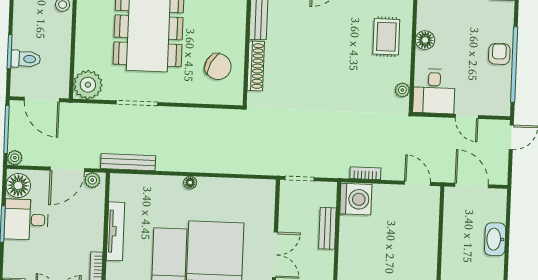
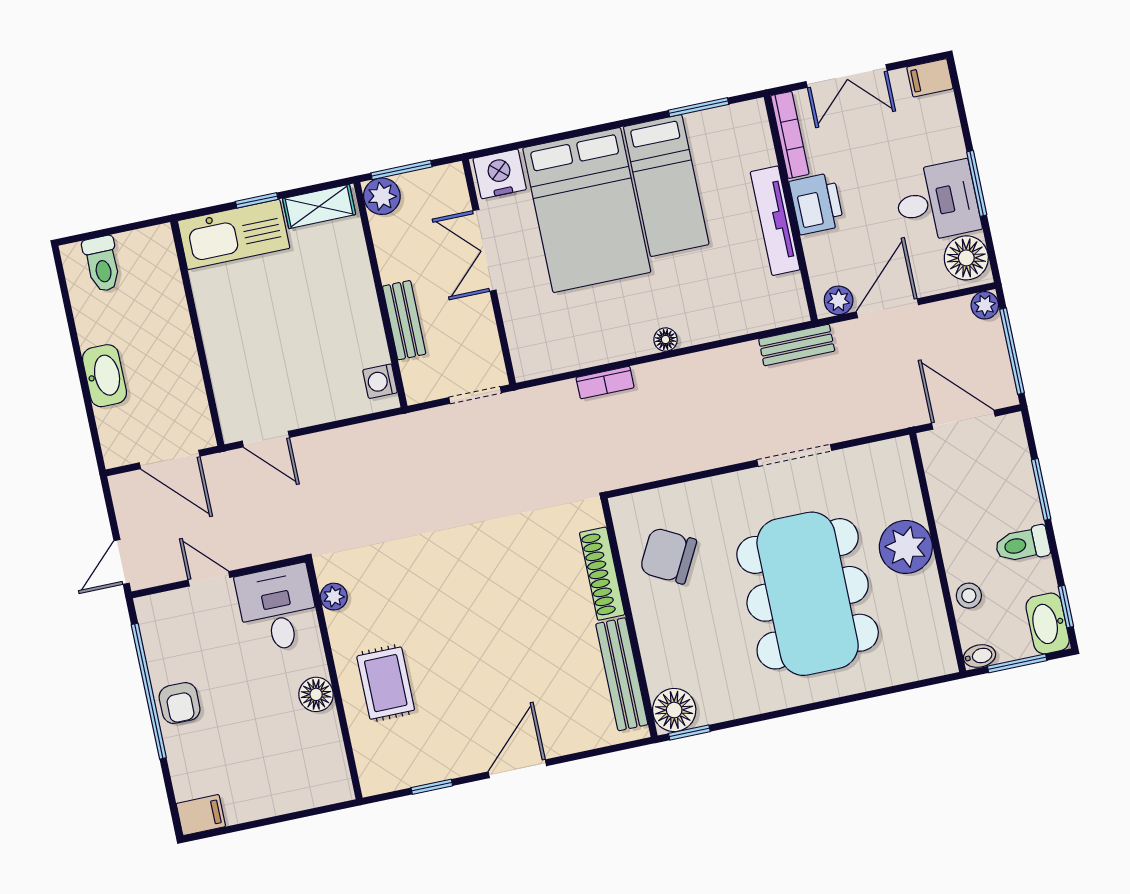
toilet: (26, 59) -> (1022, 544), moved
plant: (88, 85) -> (906, 547), moved
bench: (128, 162) -> (797, 345), width x0.73
bookcase: (365, 173) -> (605, 383), moved
washing machine: (356, 199) -> (380, 381), width x0.53, depth x0.53
printer: (91, 235) -> (817, 204), added

